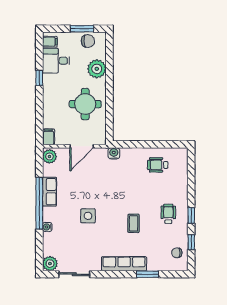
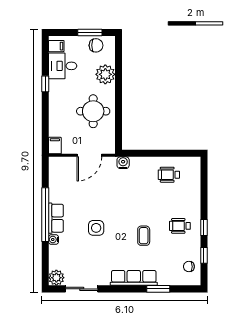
plant: (50, 156) -> (56, 166), removed
row of seats: (49, 192) -> (56, 218), moved
wheelchair: (168, 214) -> (180, 226), turned -90

